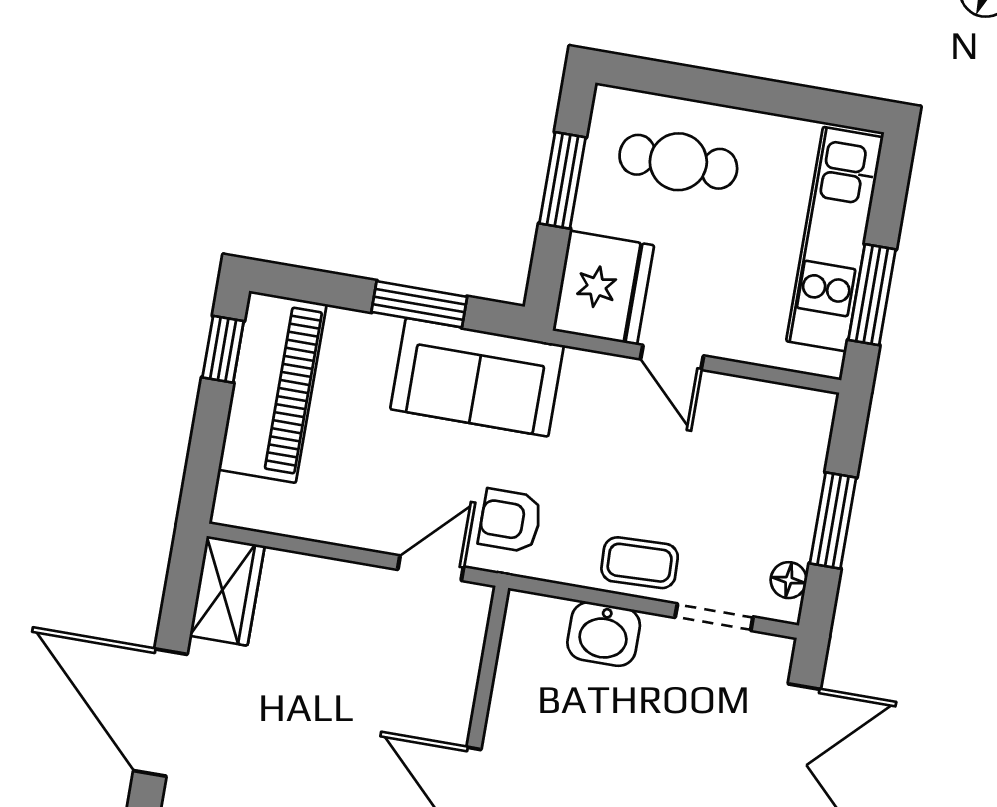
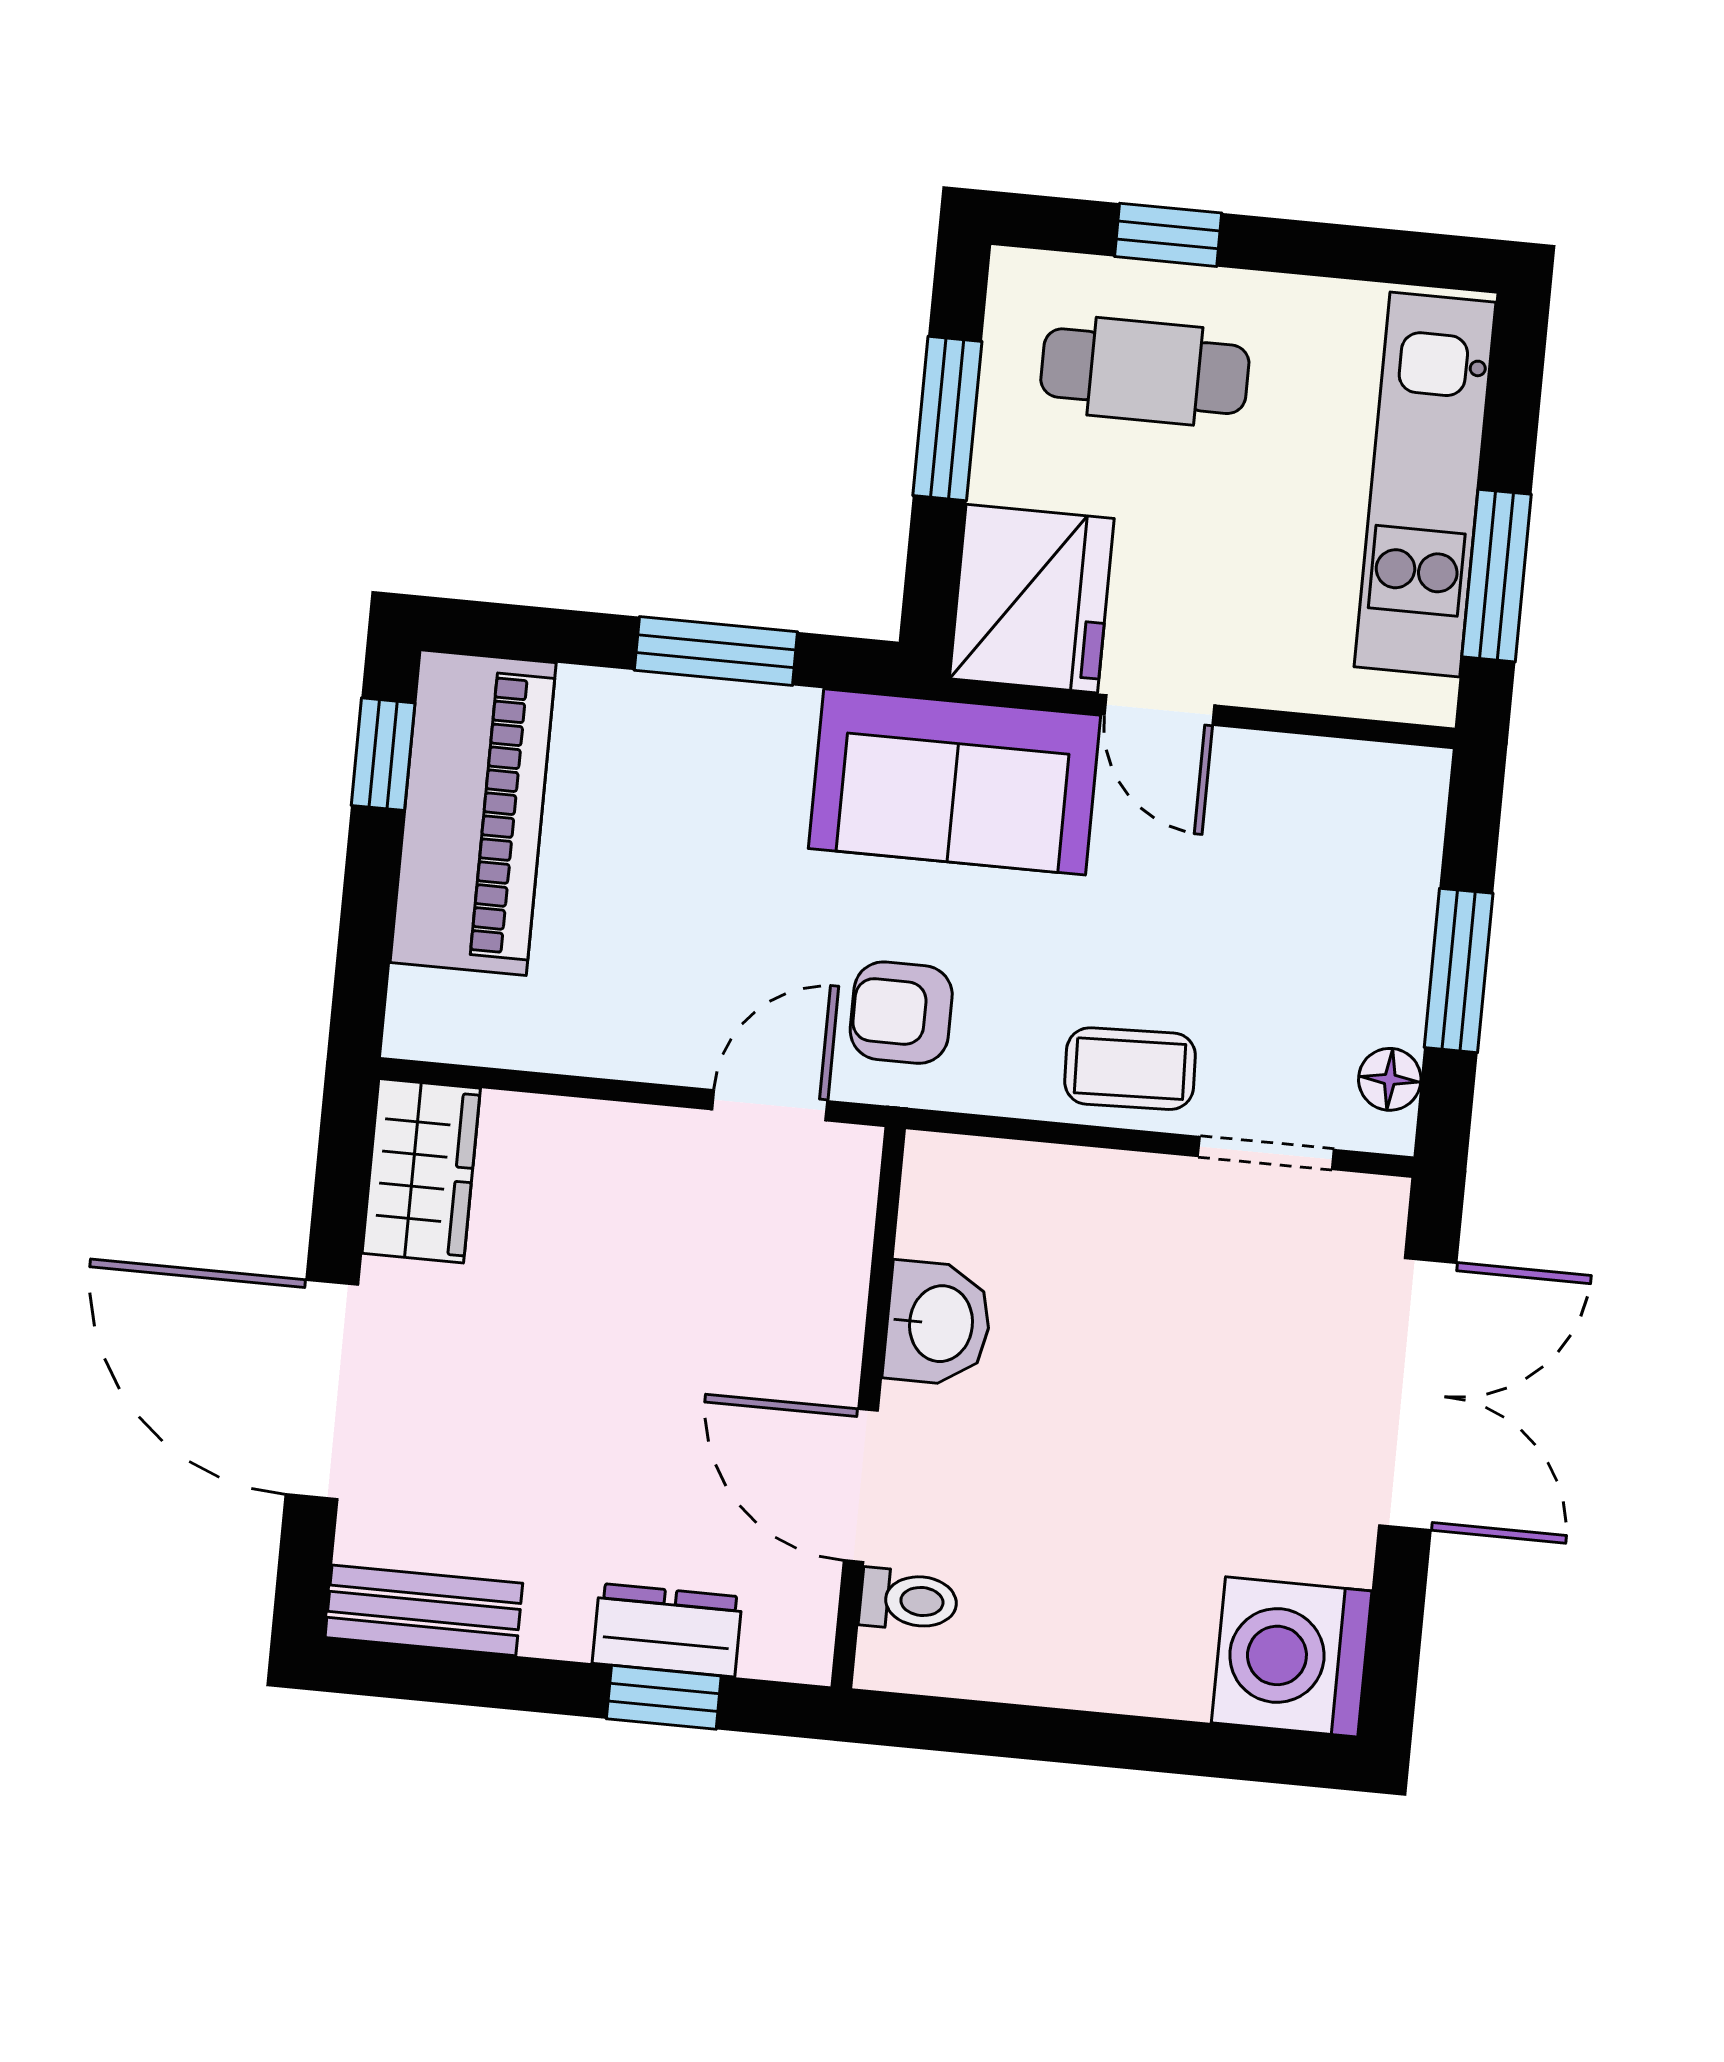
window: (698, 84) -> (1168, 235), added
sofa: (477, 377) -> (955, 782), moved
washbasin: (604, 634) -> (938, 1323), moved, turned -90

